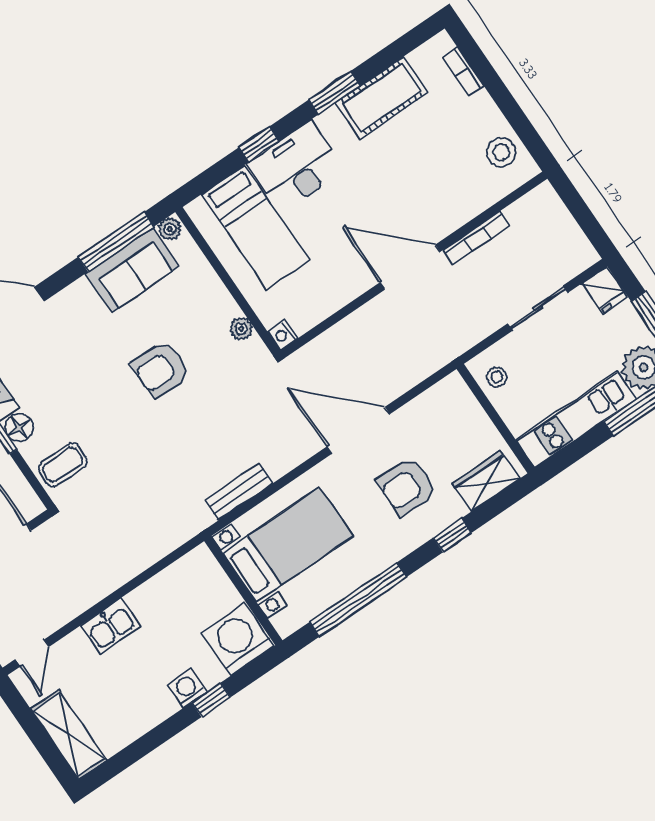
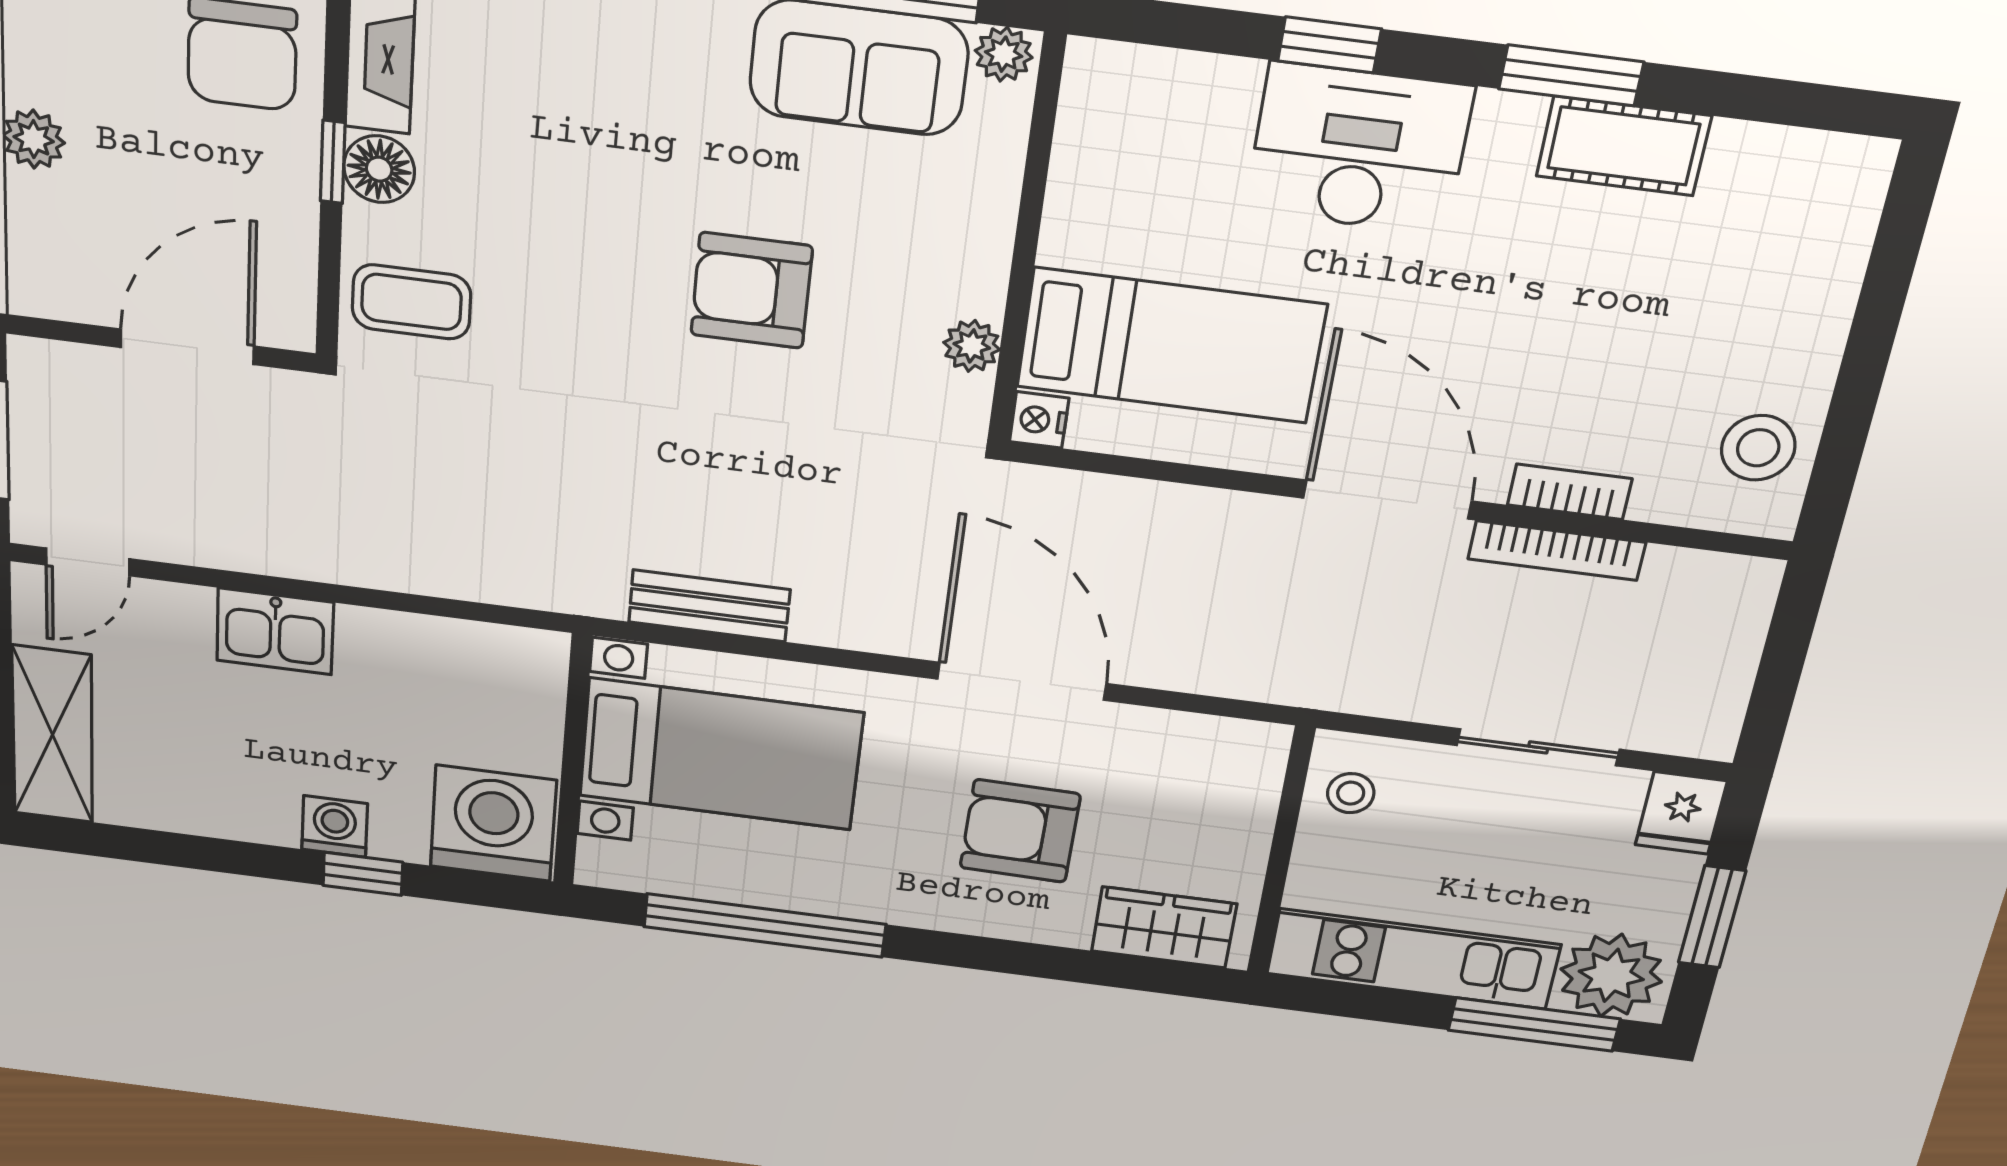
bookcase: (463, 71) -> (1570, 492), moved, turned 90
cot: (382, 98) -> (1624, 146), width x0.73, depth x0.75
bed: (256, 227) -> (1171, 346), moved, turned -90
window: (452, 535) -> (1023, 959), removed

